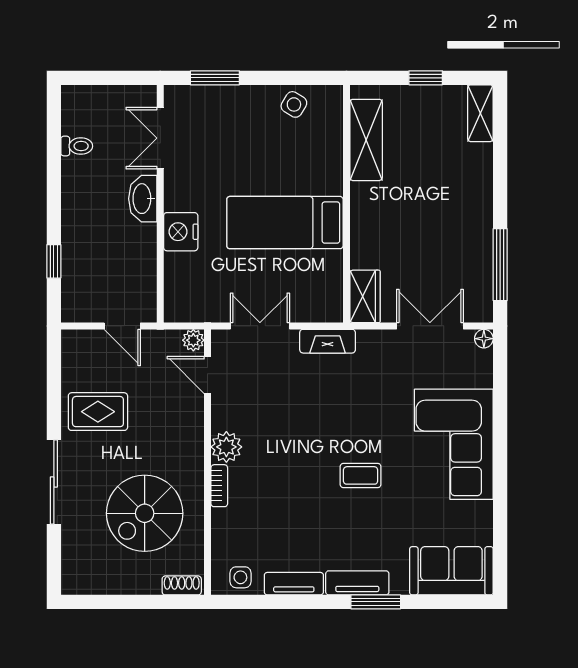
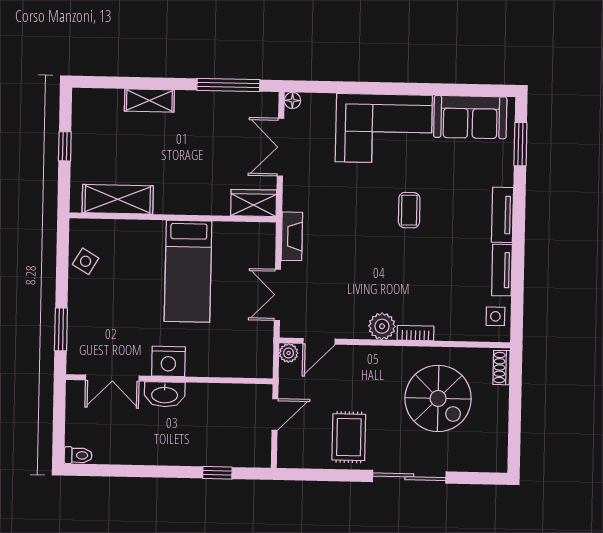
shelving: (480, 113) -> (149, 100), moved
toilet: (77, 146) -> (78, 455), moved, turned 90
nightstand: (181, 232) -> (168, 361), moved
sofa: (451, 571) -> (470, 117), moved, turned -90
window: (376, 602) -> (520, 144), moved

